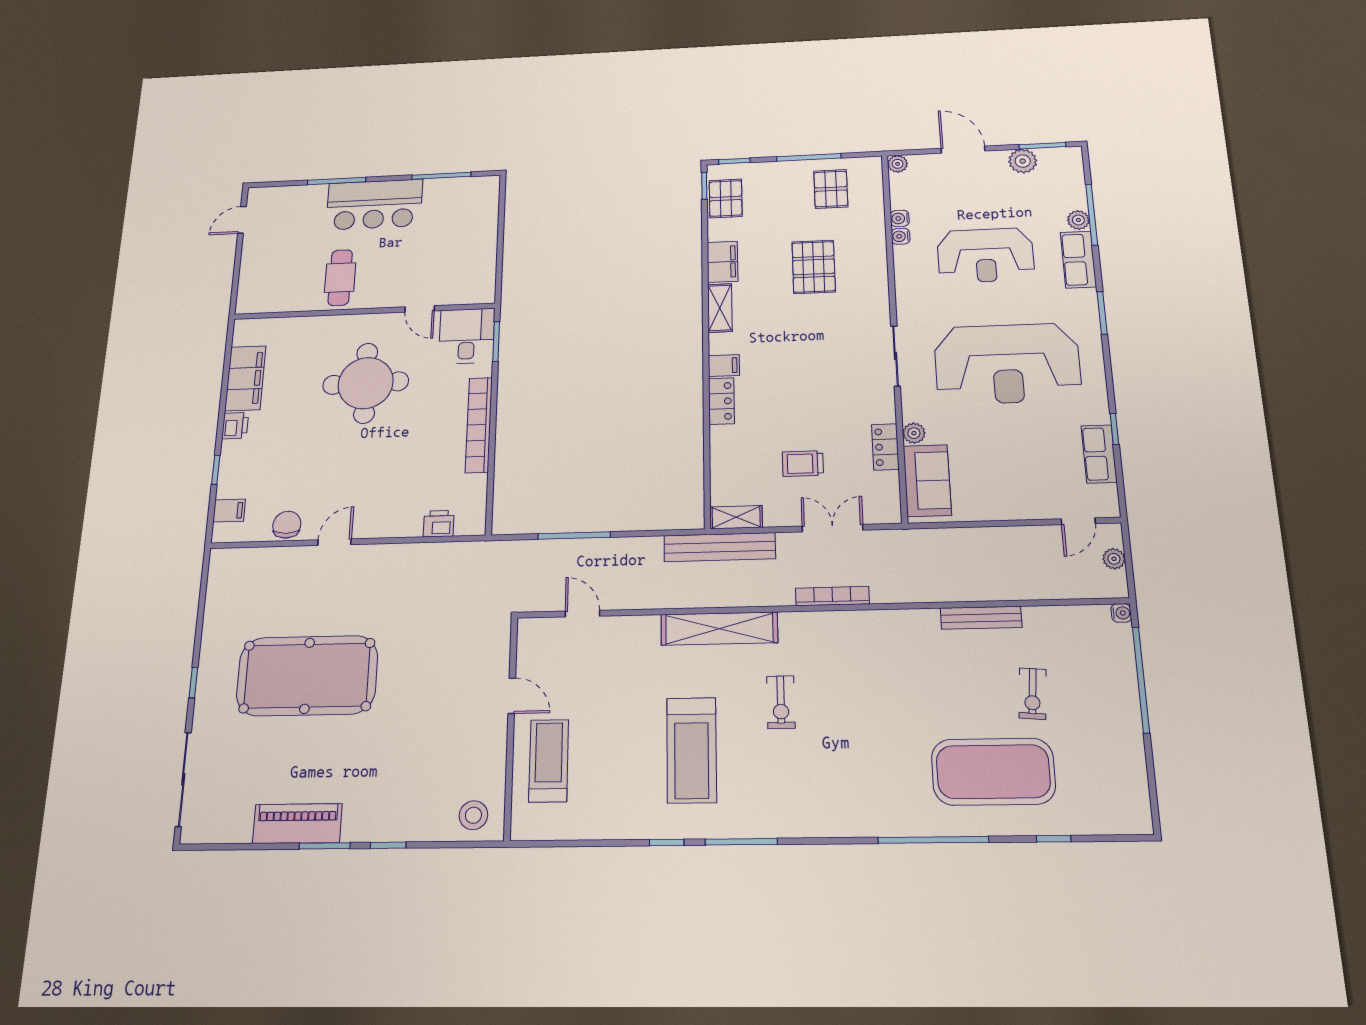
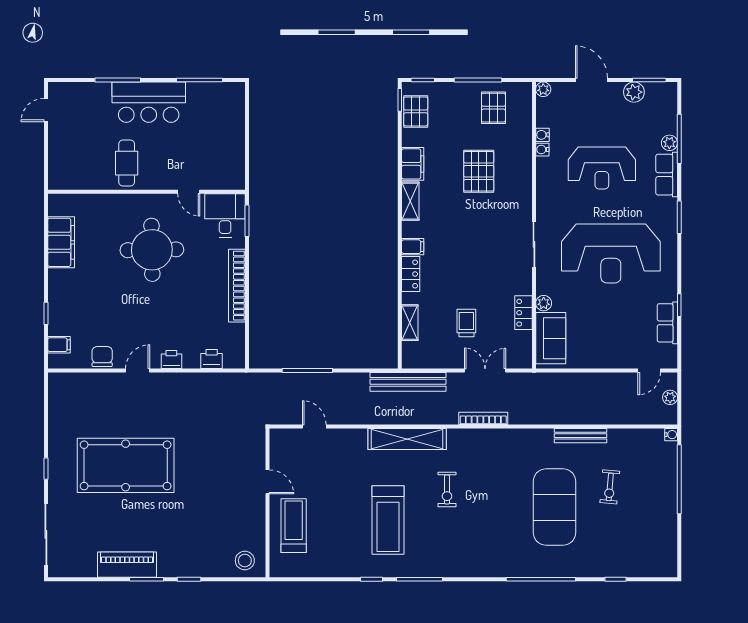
printer: (235, 426) -> (171, 359), moved, turned -90
trolley: (803, 464) -> (466, 323), turned 90
shelving: (736, 517) -> (410, 323), moved, turned 90
exercise mat: (993, 772) -> (555, 507), moved, turned 90

